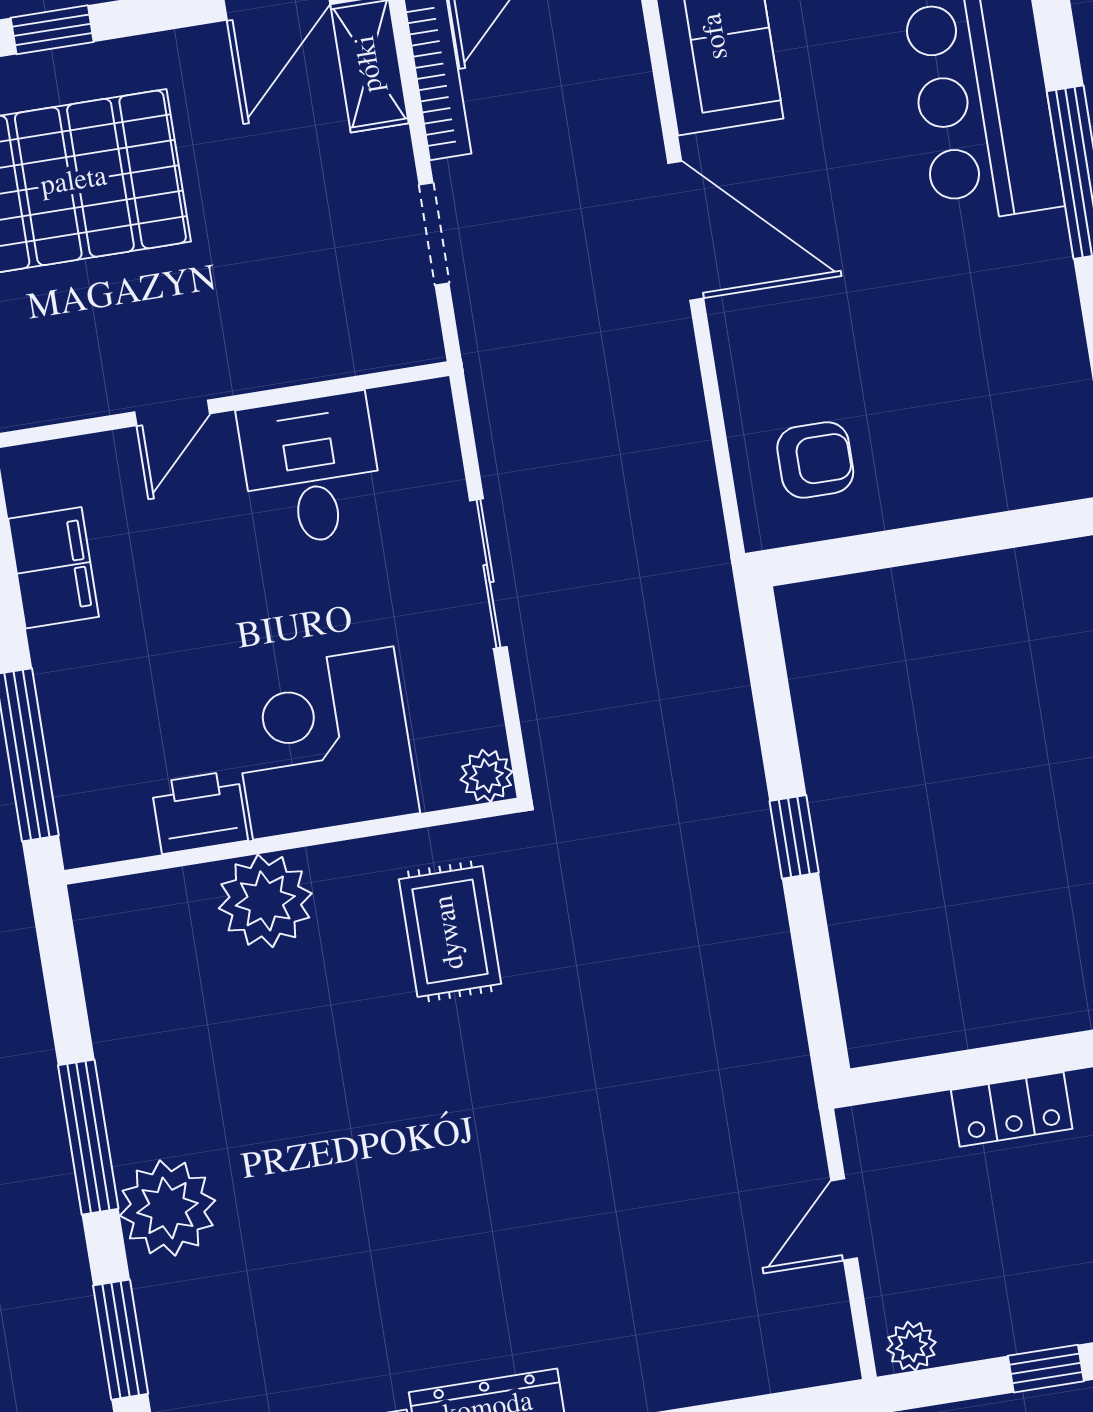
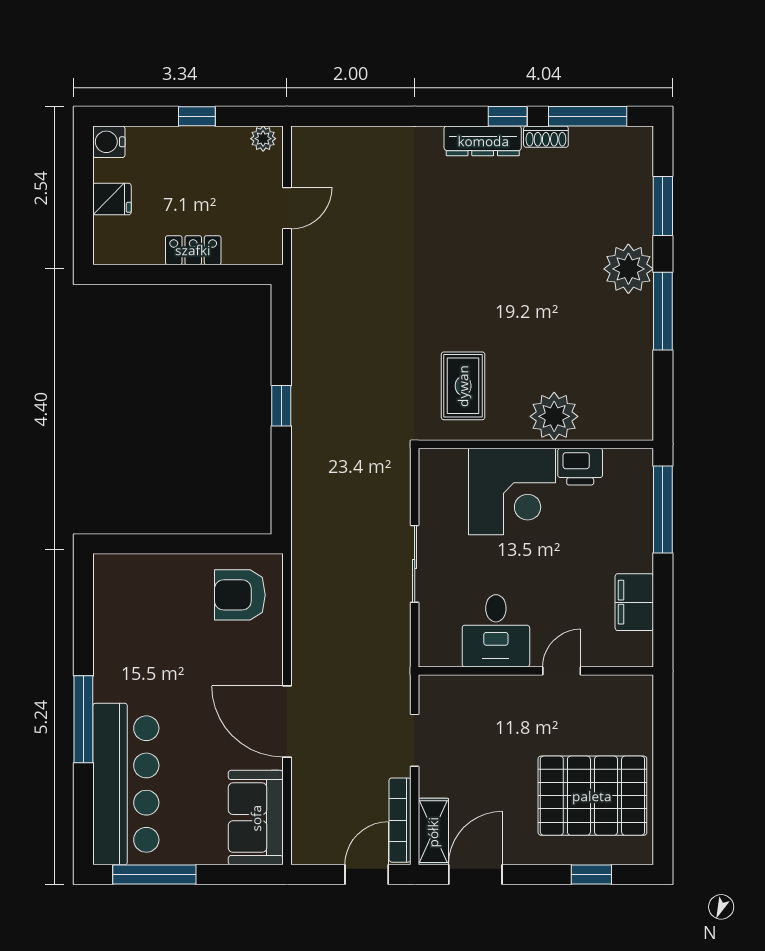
armchair: (815, 460) -> (240, 595), width x1.38, depth x1.38
plant: (487, 776) -> (432, 462), removed

